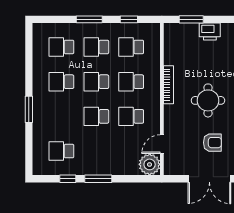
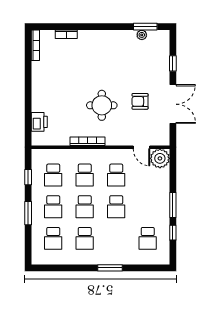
window: (191, 19) -> (28, 121), removed
printer: (210, 32) -> (39, 122), moved
armchair: (212, 143) -> (140, 101), turned -90

